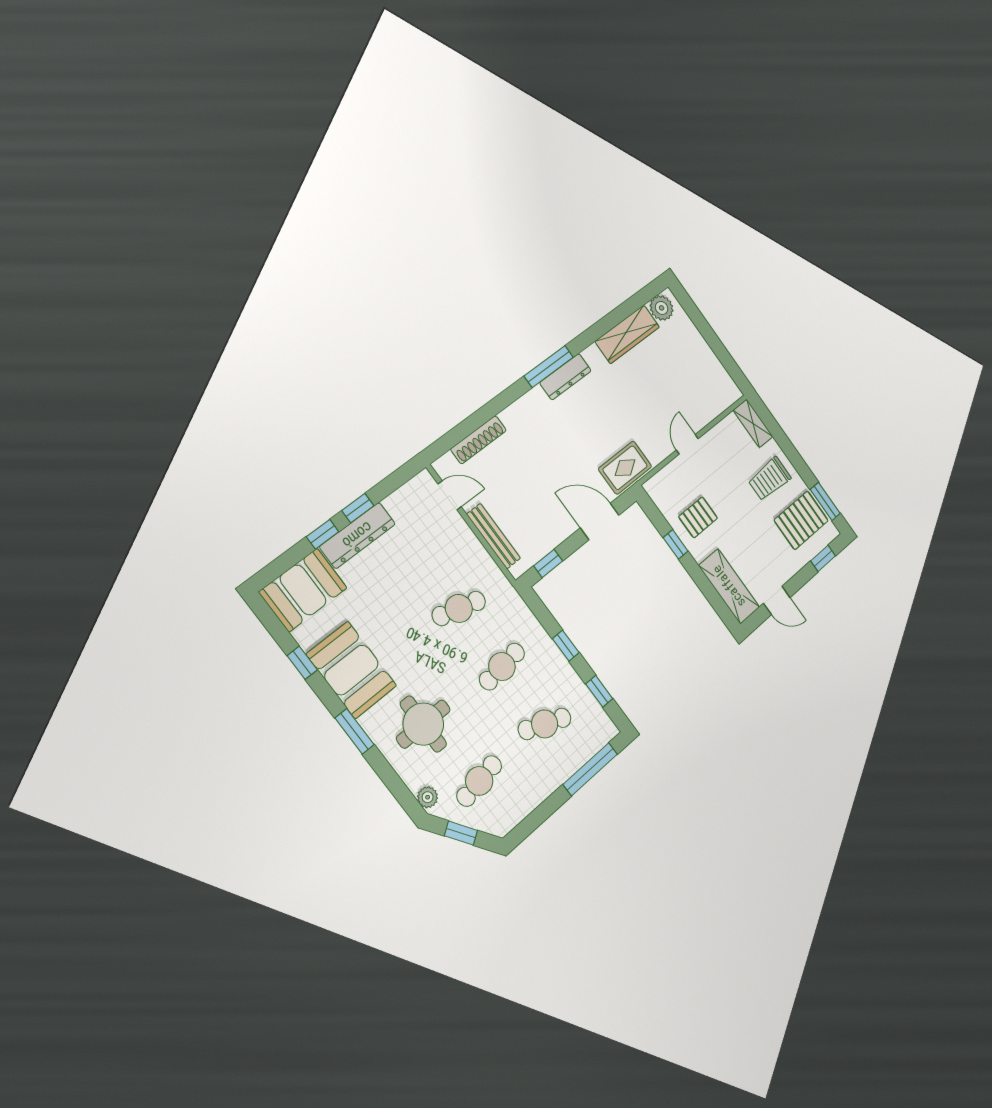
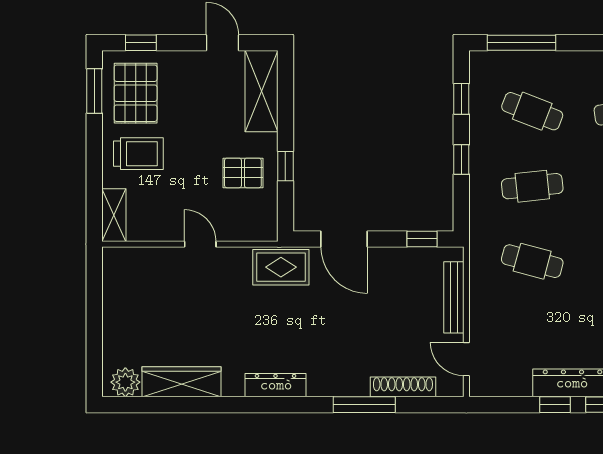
window: (549, 367) -> (364, 405), moved
door: (687, 444) -> (200, 244), swing flipped
pallet: (801, 520) -> (136, 93), turned 90

